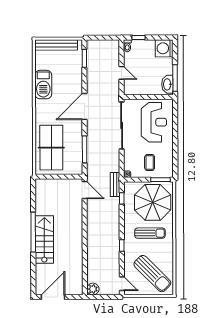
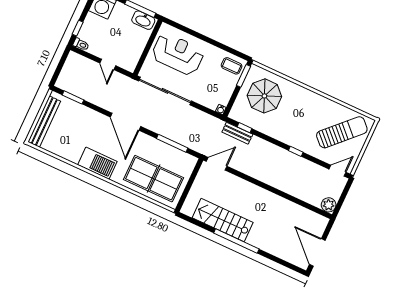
door: (121, 73) -> (108, 64), swing flipped
barbecue: (43, 85) -> (97, 163), moved
coffee table: (150, 162) -> (232, 66), moved
bench: (115, 184) -> (237, 133), moved
parasol: (153, 202) -> (264, 96), width x0.73, depth x0.73
sun lounger: (150, 233) -> (297, 114), removed
stairs: (44, 240) -> (223, 220), moved

